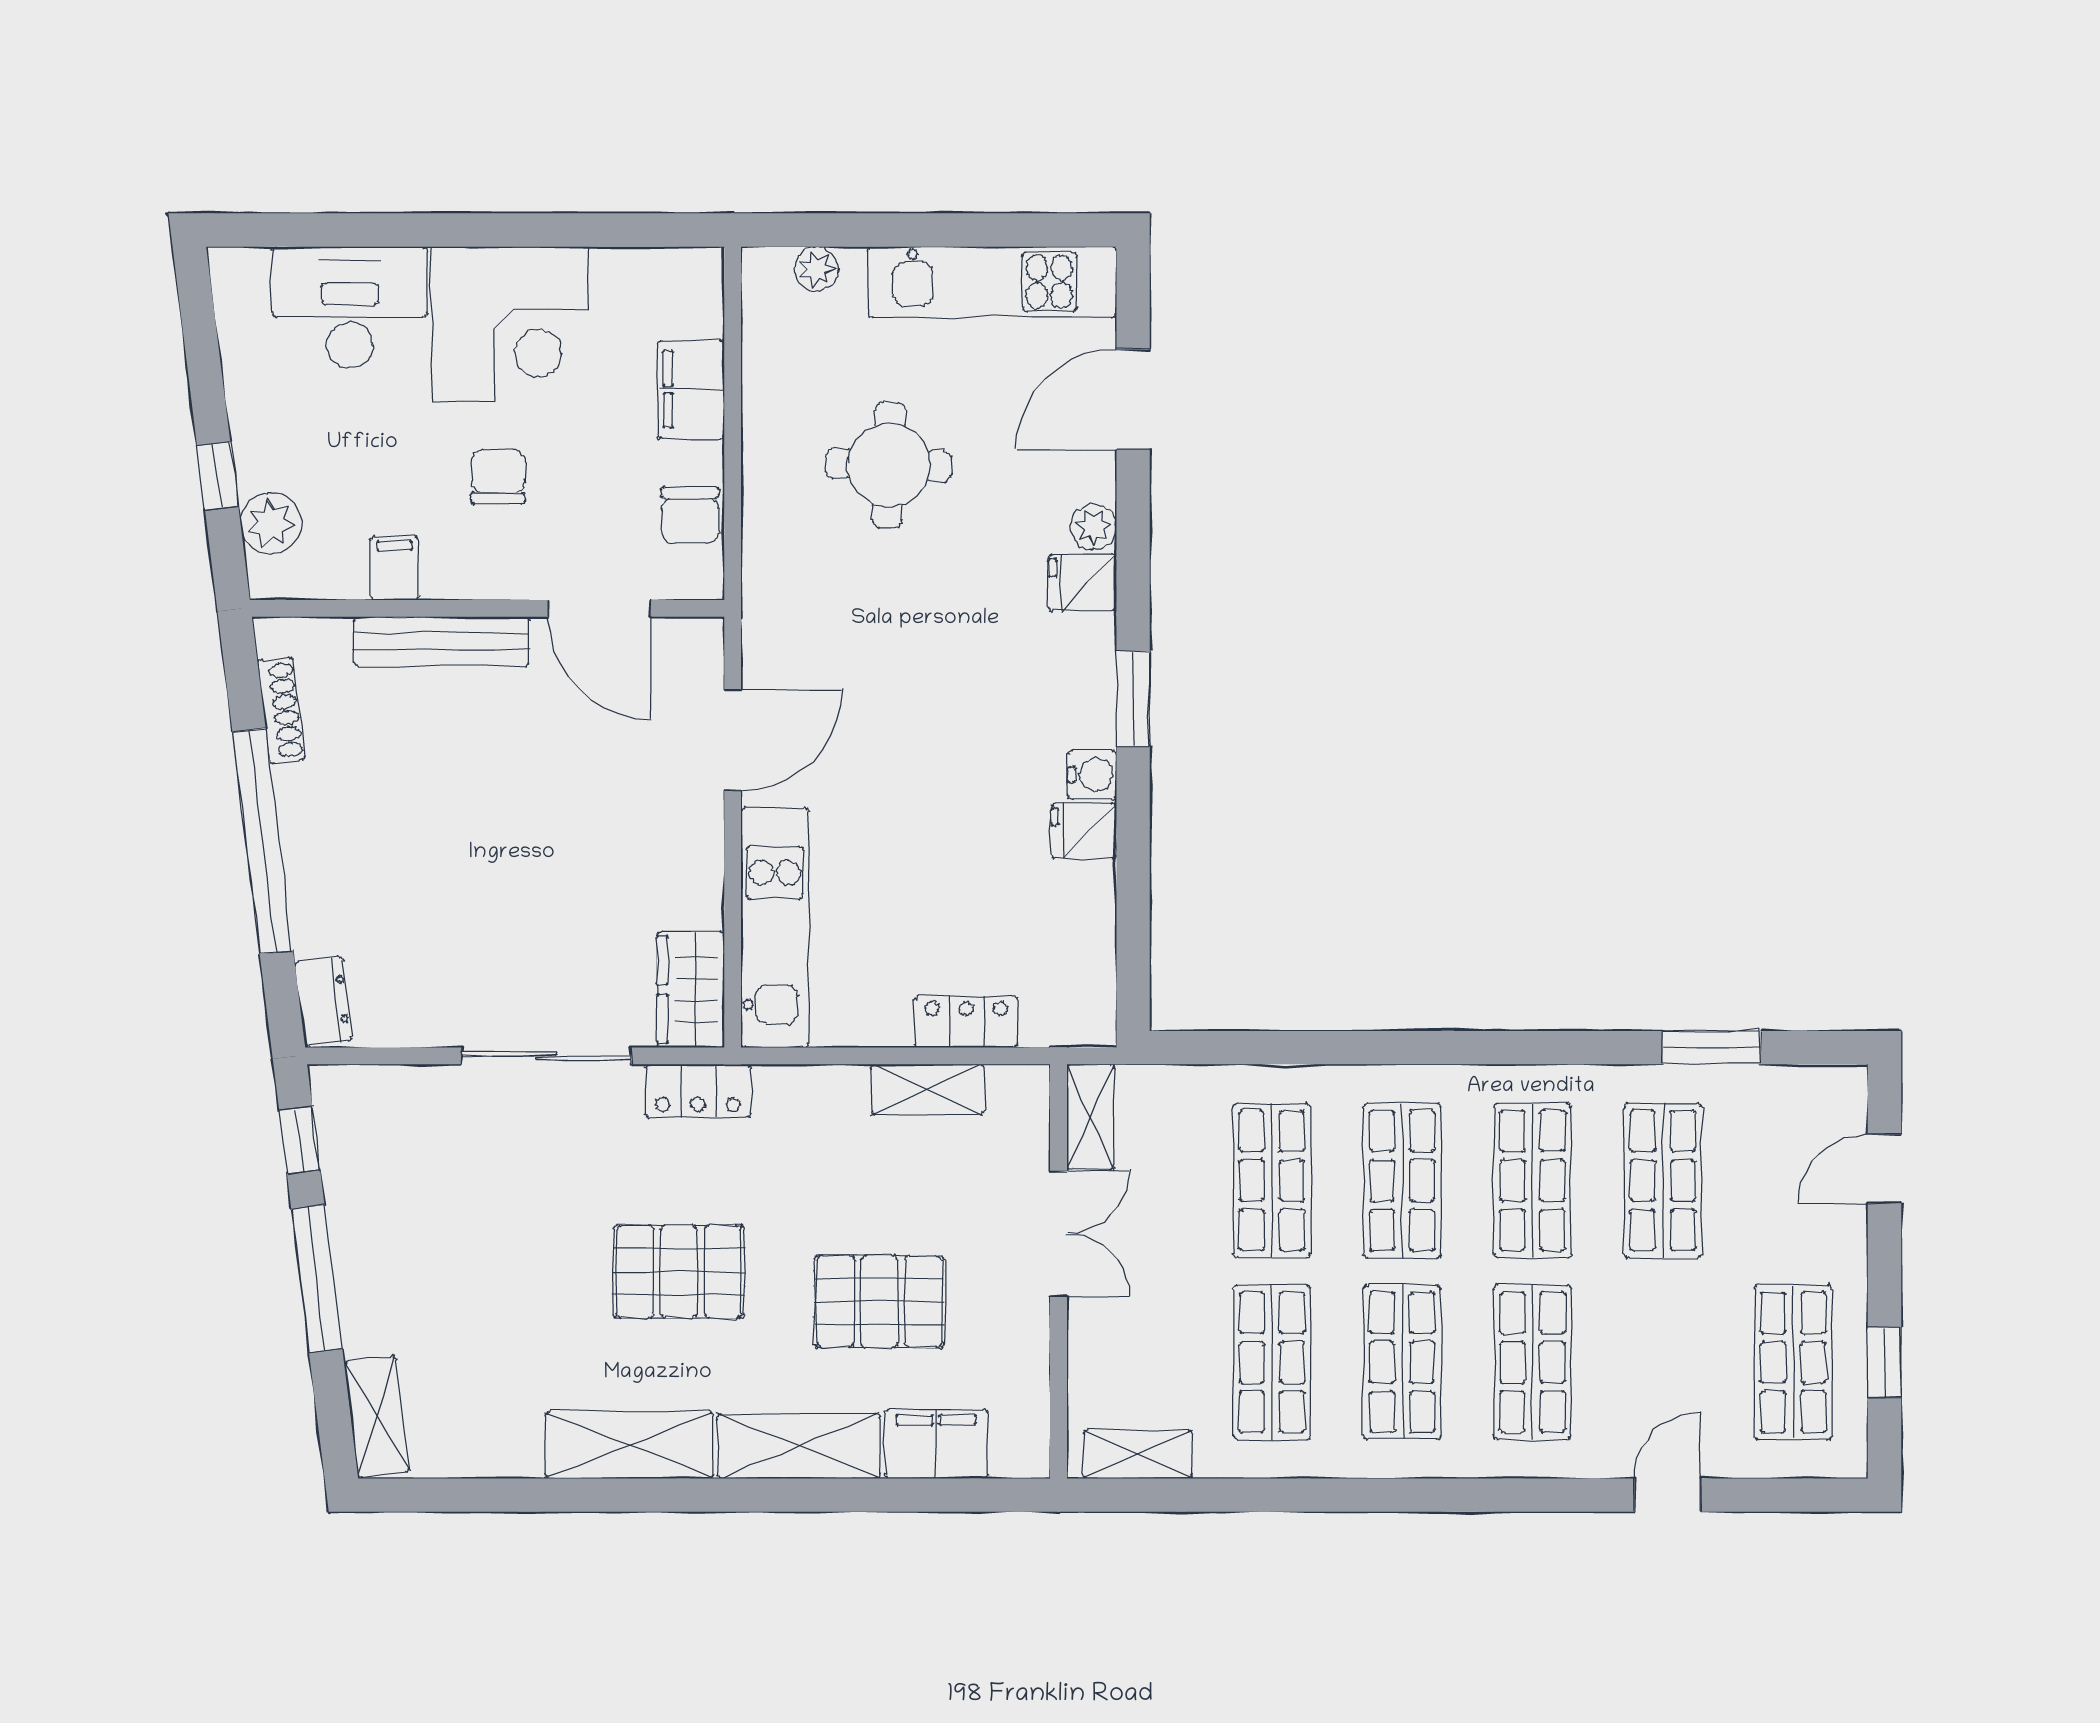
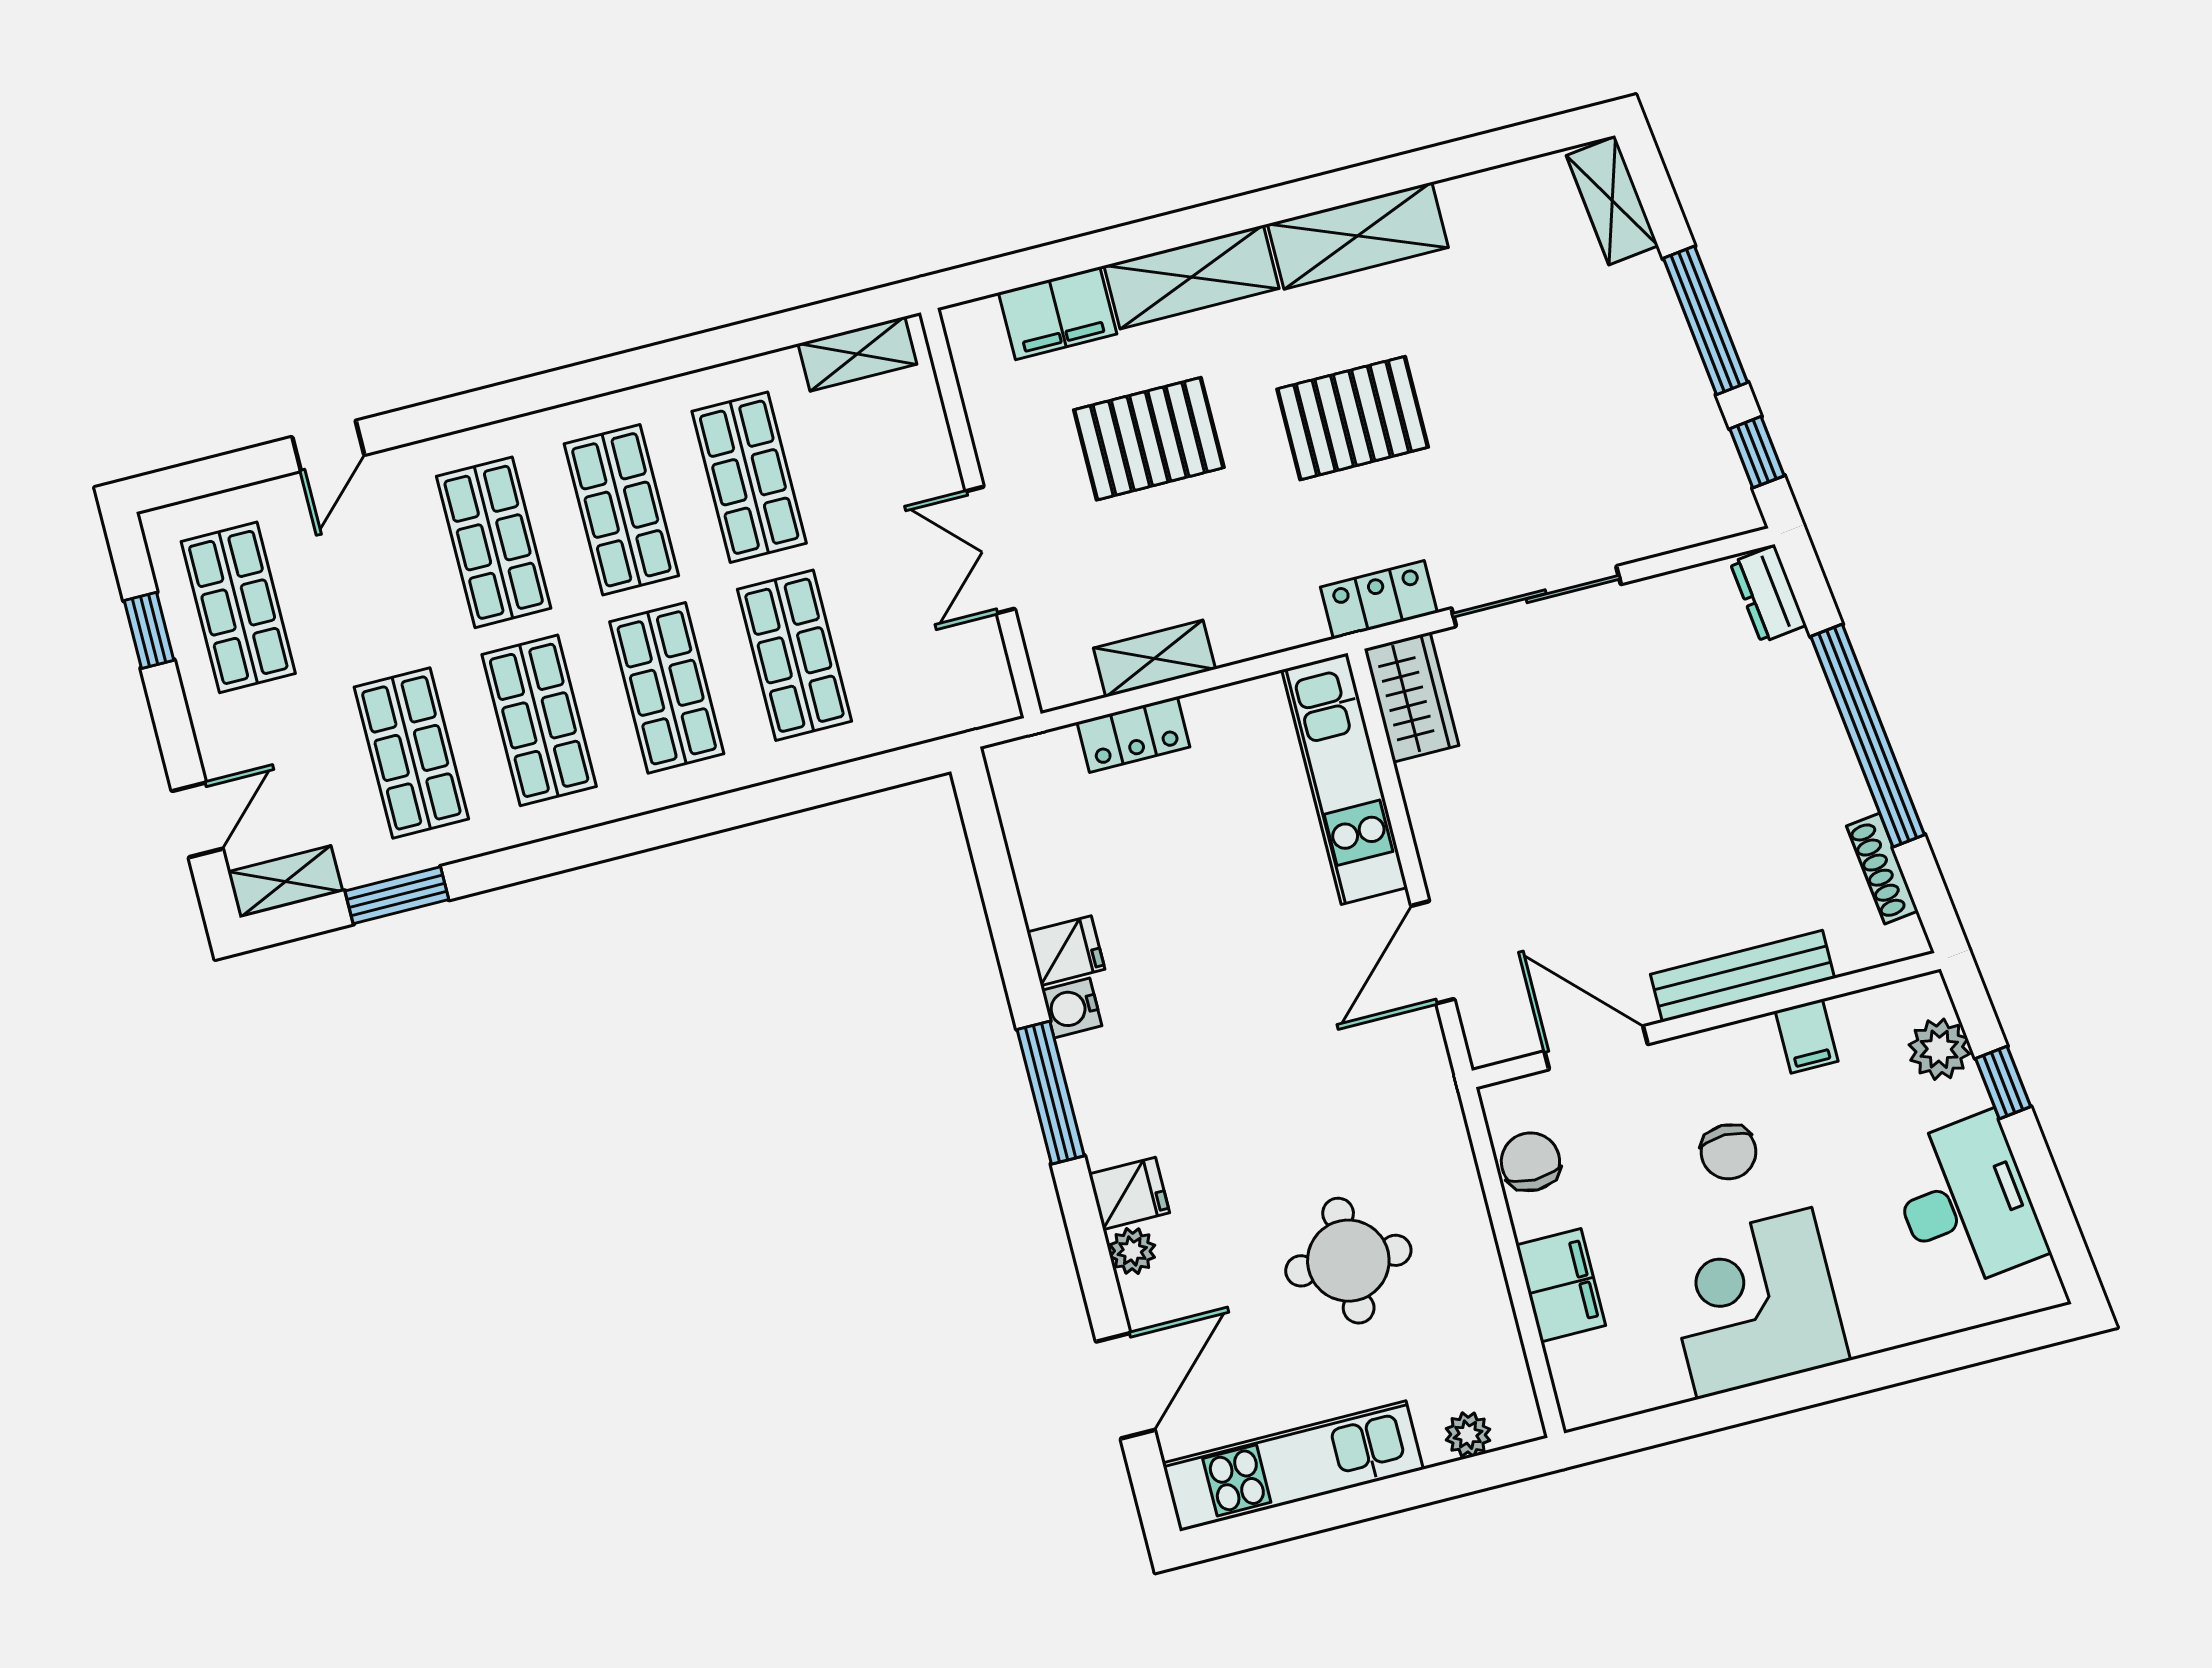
desk: (350, 307) -> (1966, 1202), moved, turned -97
window: (1133, 699) -> (1051, 1093), width x1.44
shelving: (1091, 1117) -> (285, 882), moved, turned 90

